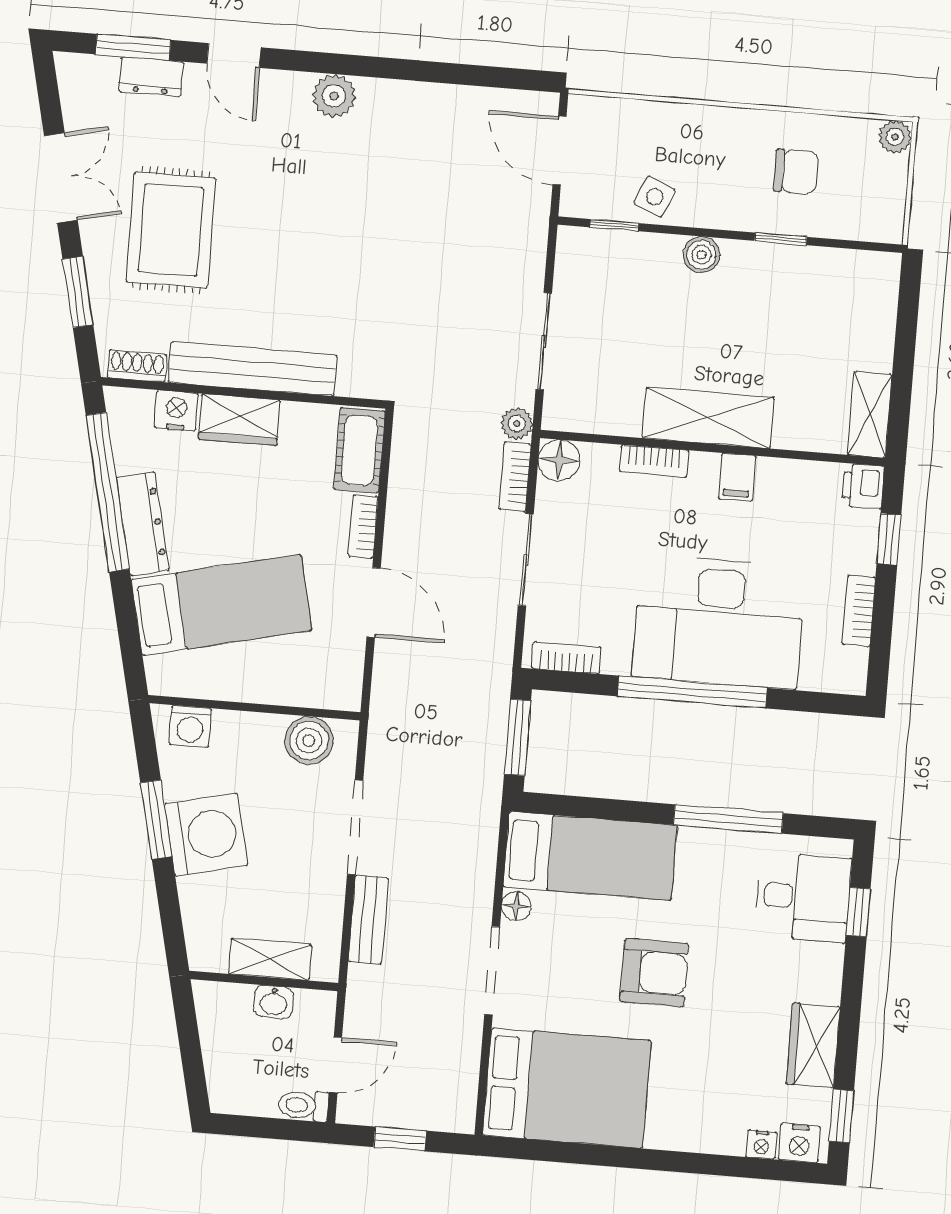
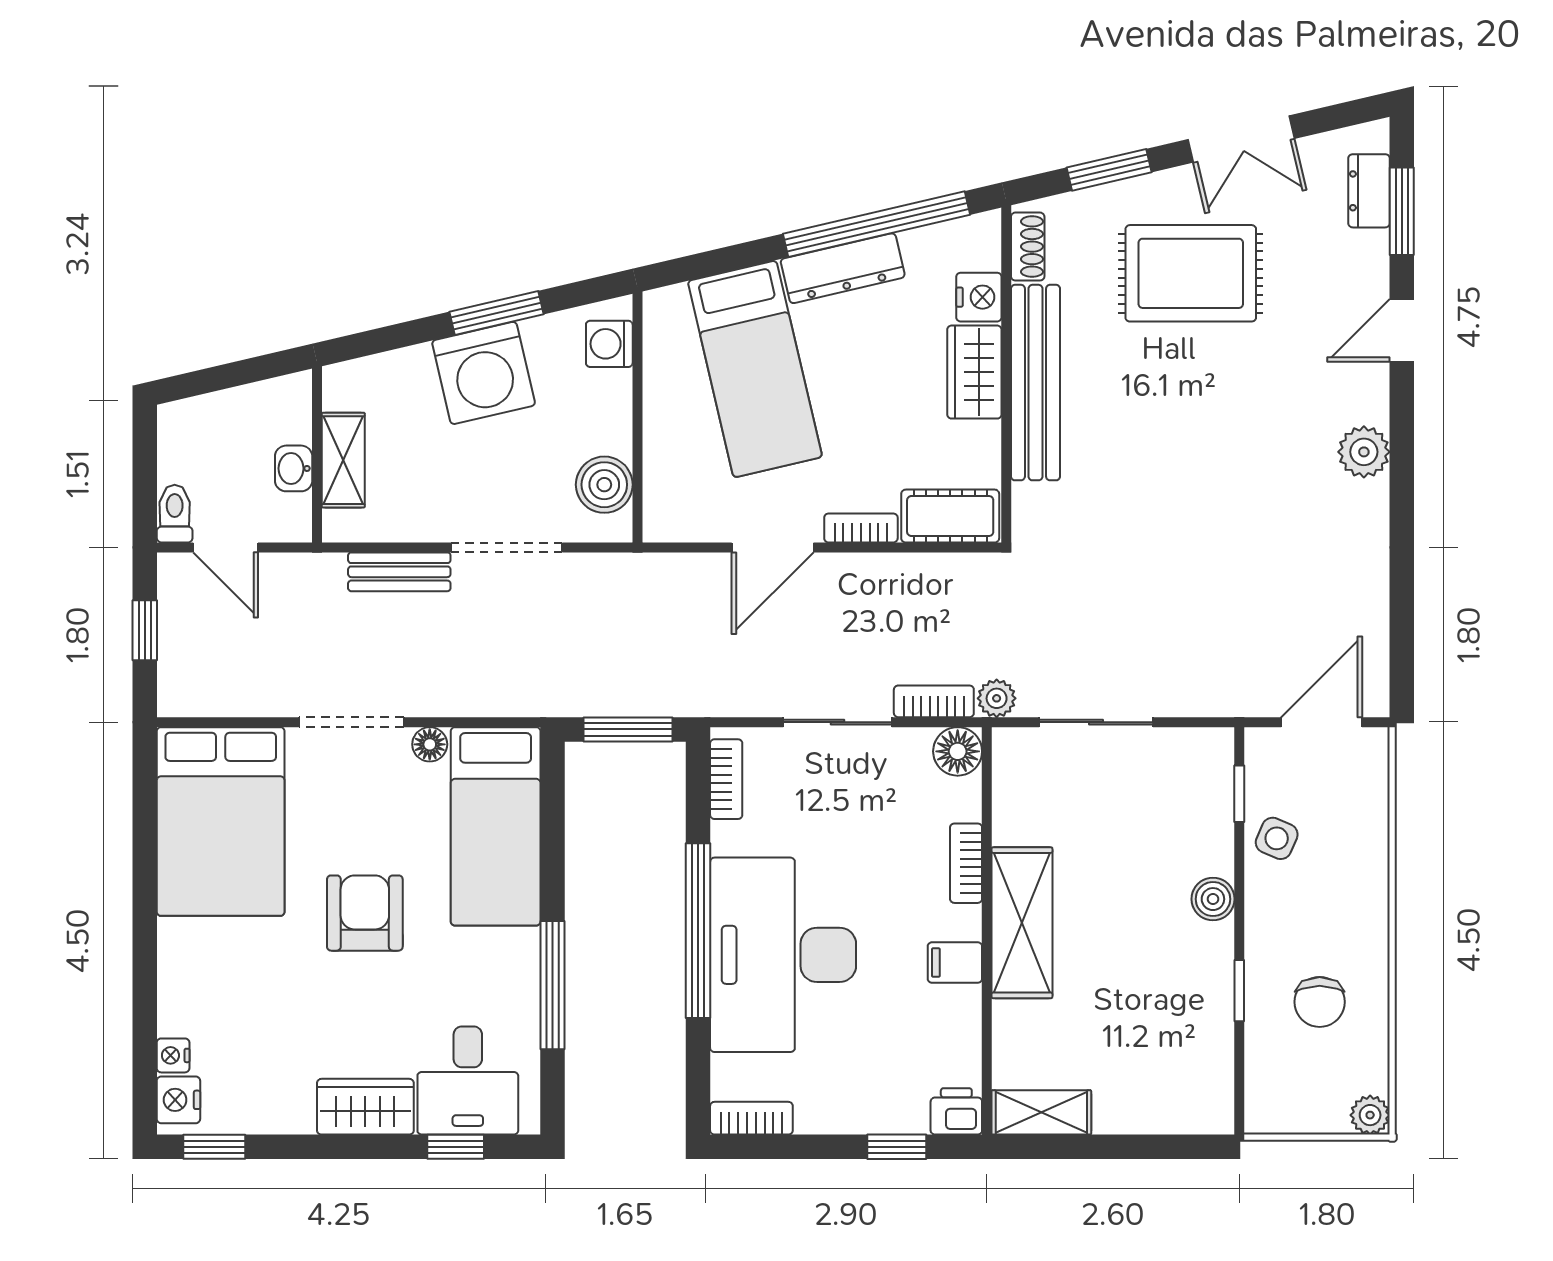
dresser: (151, 77) -> (1369, 191), moved
bookcase: (859, 611) -> (751, 1118), moved
armchair: (654, 973) -> (365, 913), turned 180
wardrobe: (813, 1045) -> (365, 1107), moved

